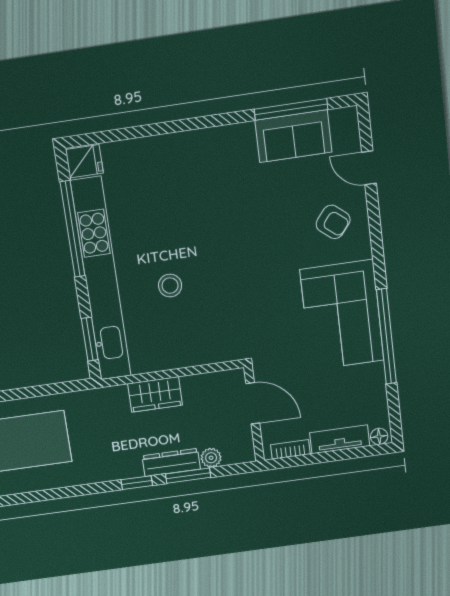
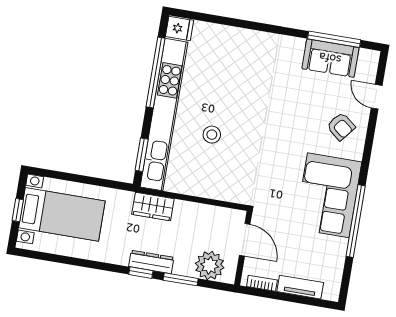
wardrobe: (155, 394) -> (153, 207), moved
floor lamp: (379, 436) -> (330, 294), removed
plant: (211, 458) -> (210, 265), width x1.88, depth x1.88
dresser: (171, 462) -> (151, 262), moved

